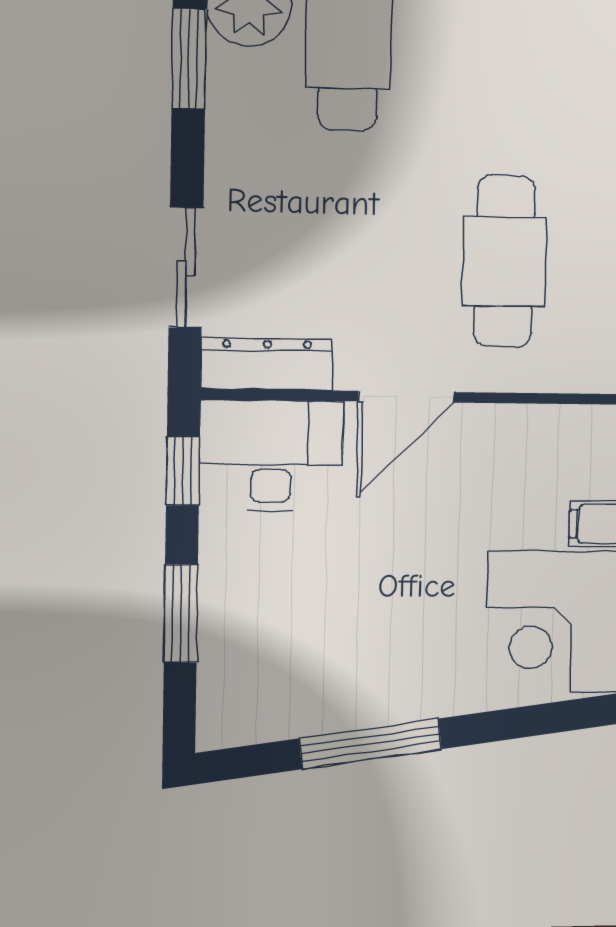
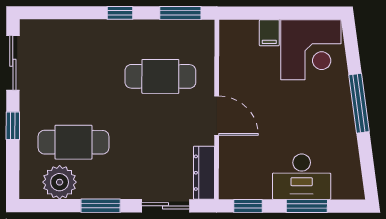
window: (189, 59) -> (101, 206), moved
desk: (271, 456) -> (302, 177), moved, turned -90
window: (370, 744) -> (359, 103), moved

